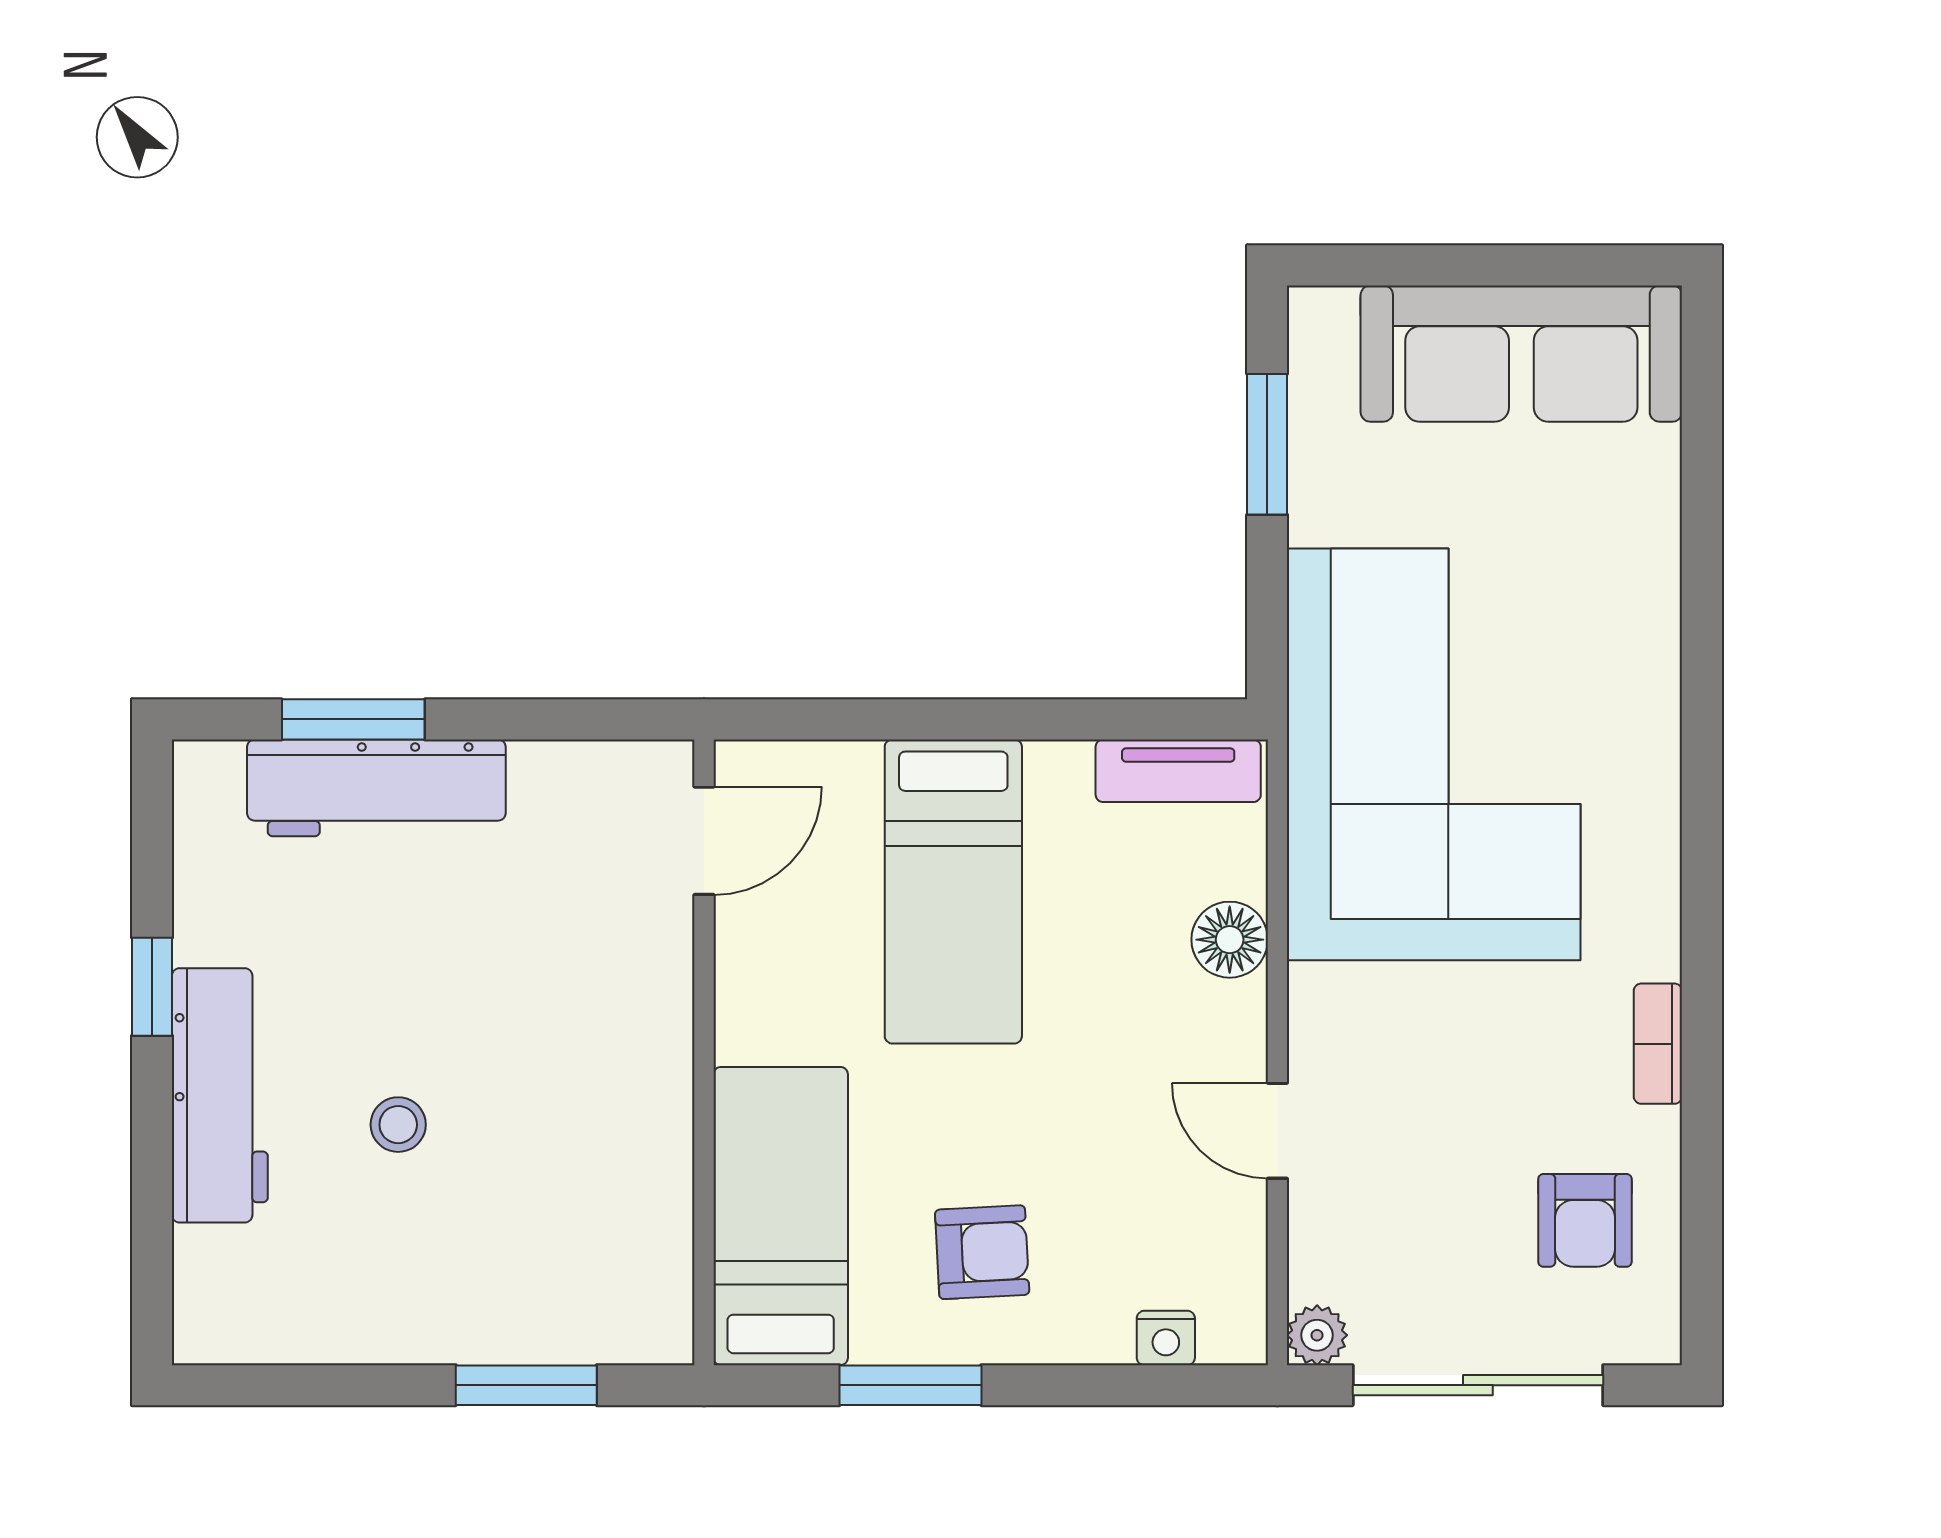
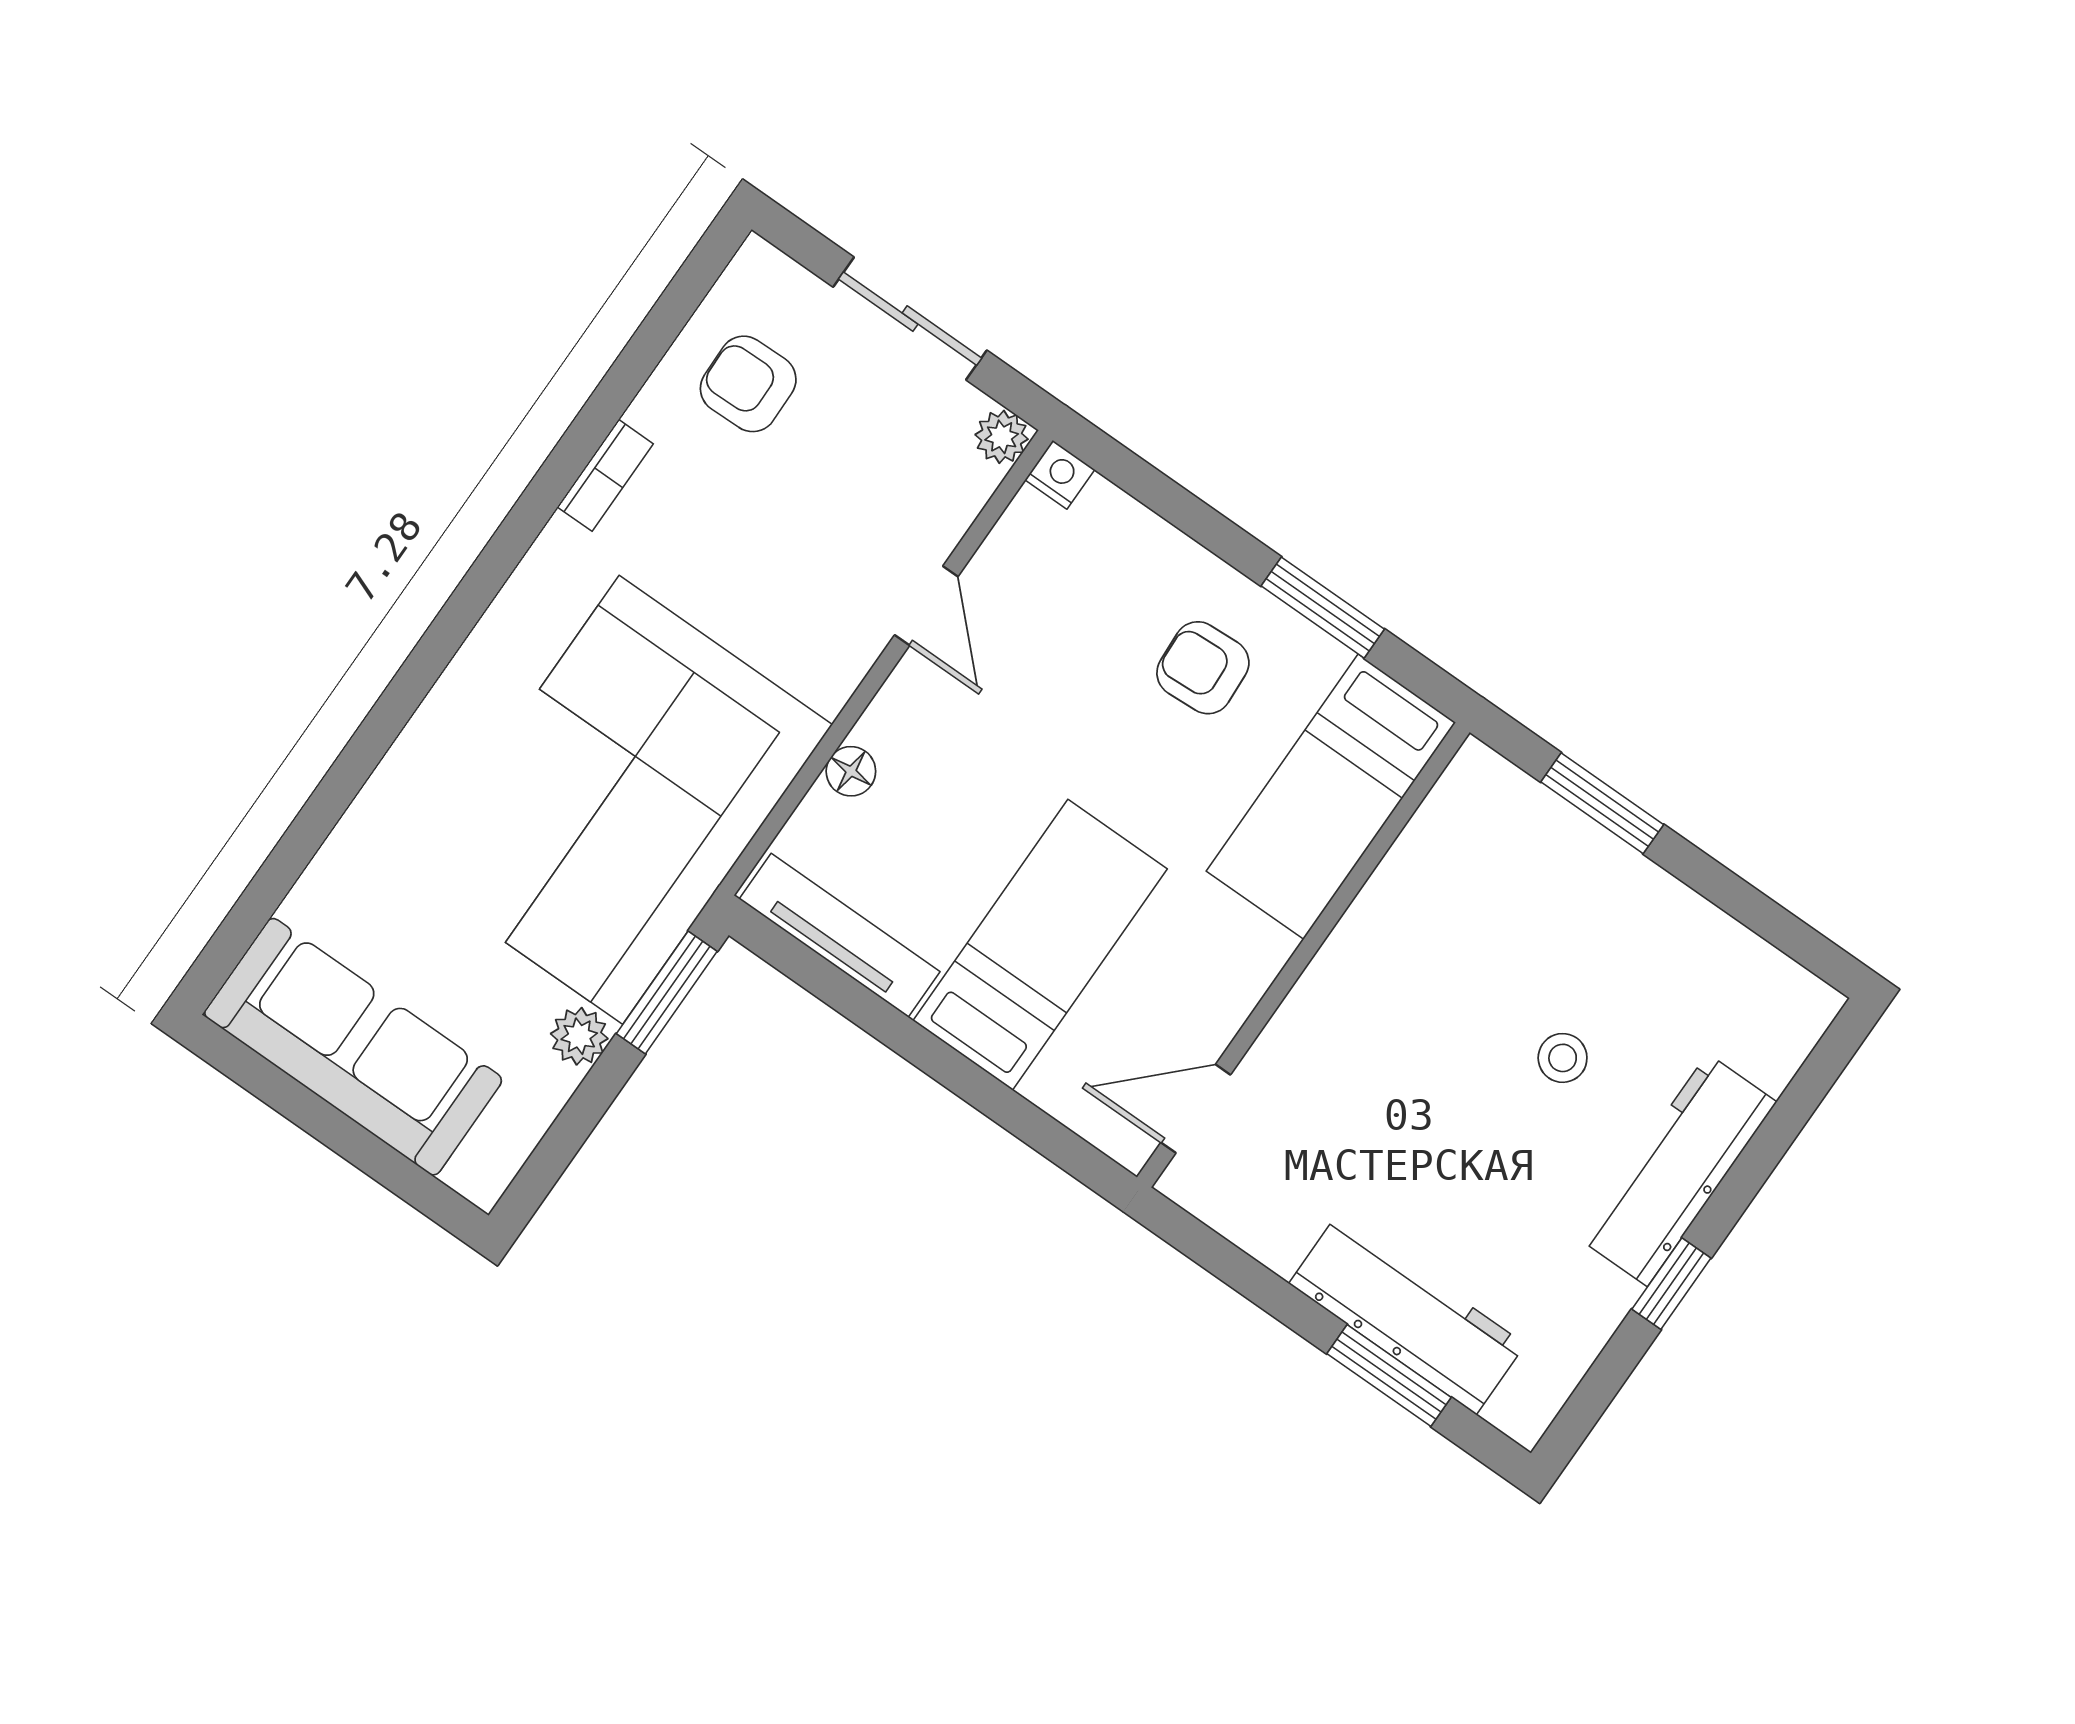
window: (1267, 444) -> (667, 993), moved
plant: (1320, 509) -> (579, 1036), added
tv unit: (1178, 771) -> (840, 935), width x1.41
floor lamp: (1230, 940) -> (851, 771), width x0.73, depth x0.73
armchair: (1585, 1220) -> (748, 384), turned -91
nightstand: (1166, 1338) -> (1060, 475), moved
sliding door: (1478, 1385) -> (910, 319), width x0.73

